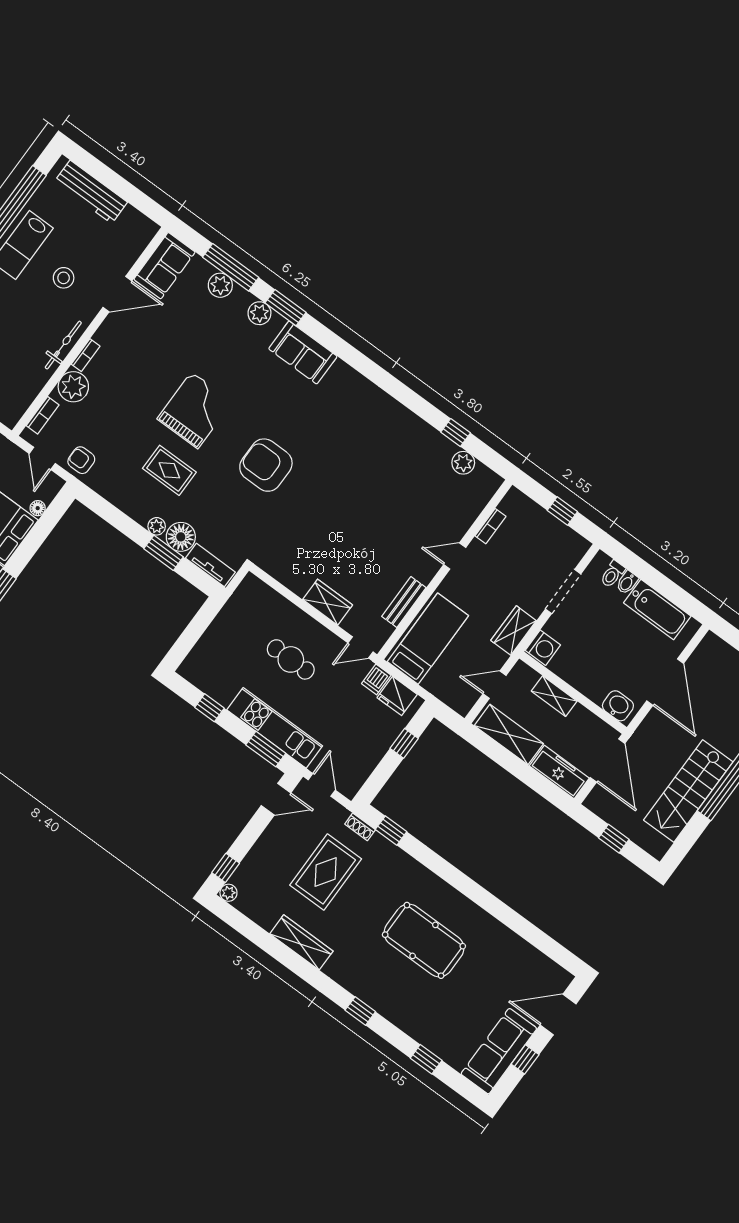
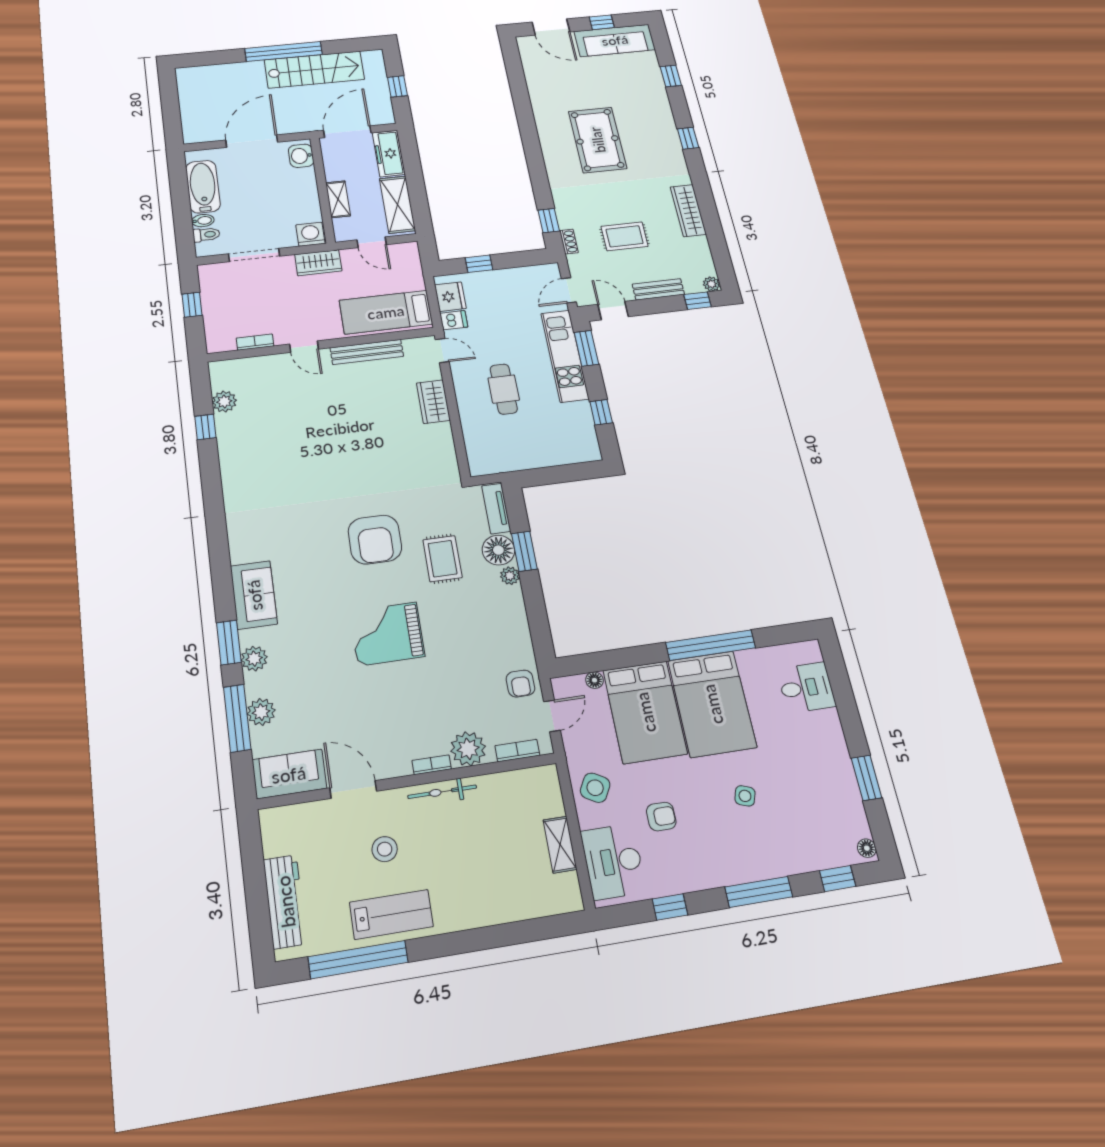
rug: (169, 470) -> (443, 559), moved
bench: (404, 602) -> (367, 352), width x1.36
bench: (261, 850) -> (658, 289), added
rug: (326, 872) -> (625, 236), width x0.73, depth x0.70

